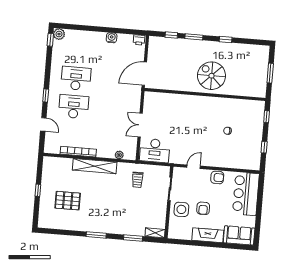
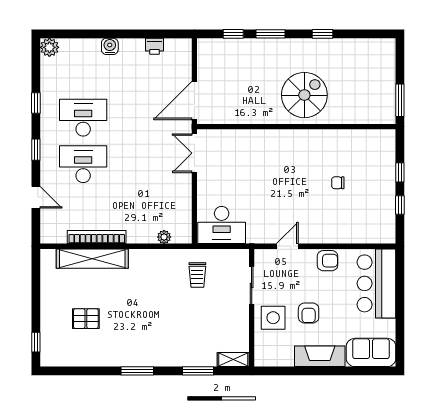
water cooler: (112, 38) -> (110, 46), moved
window: (50, 40) -> (36, 103), moved
printer: (139, 40) -> (154, 46), moved
window: (270, 73) -> (400, 100), moved
spiral stairs: (211, 76) -> (304, 95), turned 90
window: (267, 117) -> (400, 172), moved
double door: (140, 125) -> (194, 153), moved
shelving: (95, 166) -> (92, 259), moved
window: (38, 190) -> (36, 342), moved
pallet: (68, 201) -> (86, 319), width x0.67, depth x0.71

